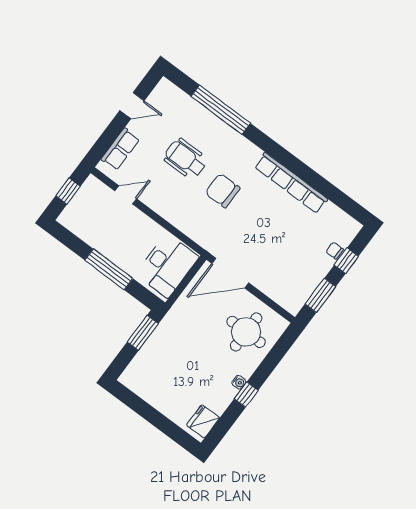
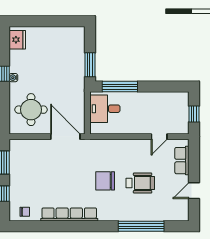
chair: (223, 191) -> (105, 181), turned 180
chair: (335, 251) -> (25, 212), moved
desk: (167, 265) -> (105, 109), width x0.73
window: (109, 269) -> (120, 87), moved
door: (230, 273) -> (65, 137), hinge flipped

